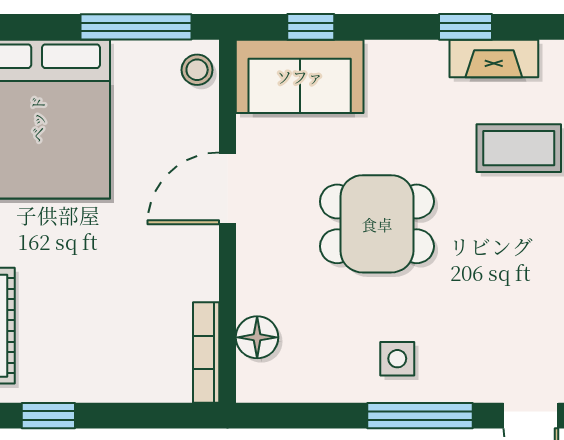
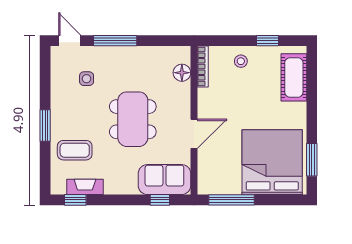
window: (465, 27) -> (75, 200), moved
stool: (197, 70) -> (241, 61), moved
dining table: (377, 224) -> (133, 119), width x1.38
side table: (397, 359) -> (87, 79), moved

